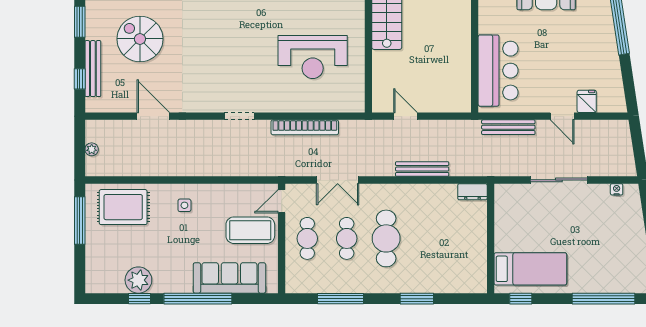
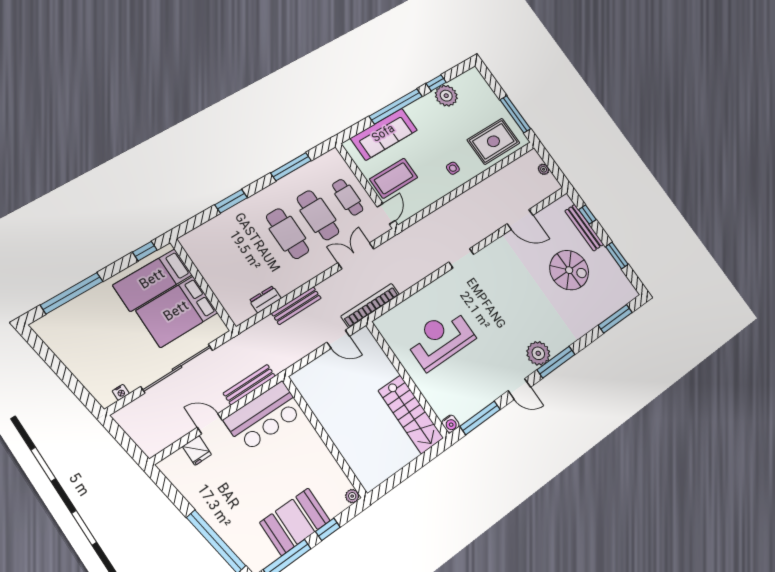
bar counter: (498, 71) -> (264, 416), moved, turned -90
bookcase: (305, 127) -> (370, 305), moved
sliding door: (559, 180) -> (177, 368), width x1.36
dresser: (472, 192) -> (265, 299), moved
bed: (528, 228) -> (177, 312), added
cafe table: (347, 238) -> (318, 215), width x1.37, depth x1.35

